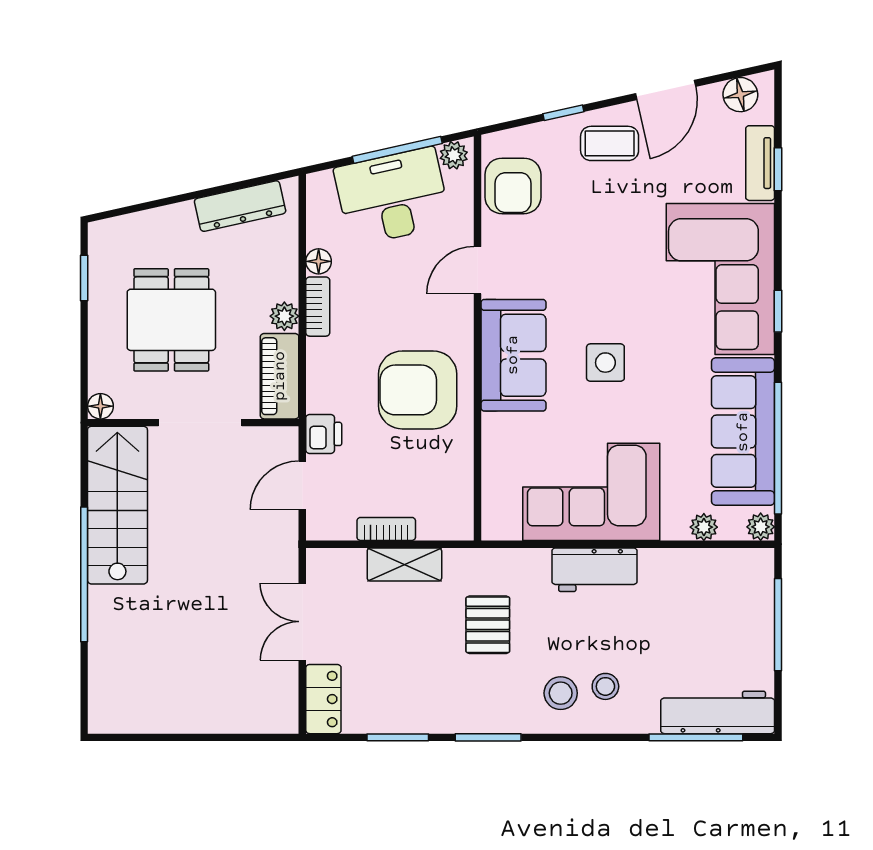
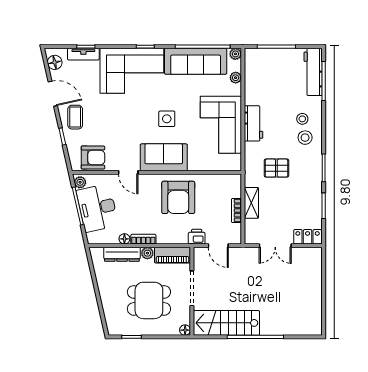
dresser: (240, 206) -> (122, 254), moved, turned 103

